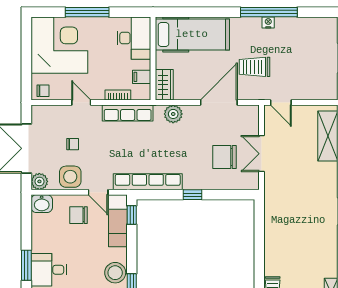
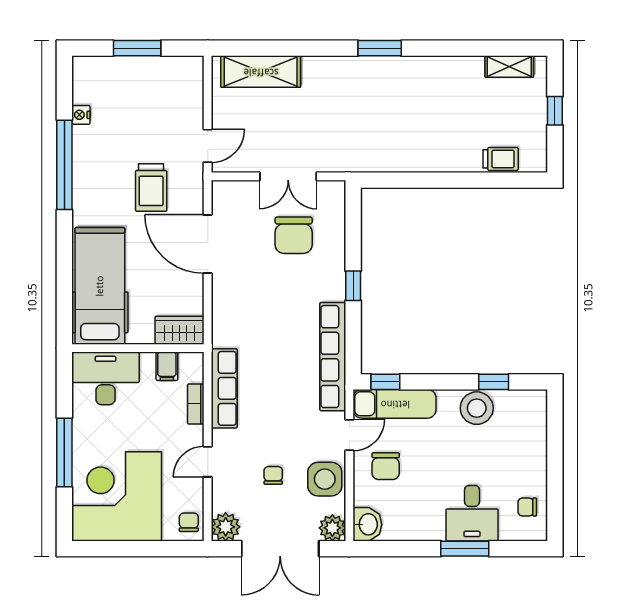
nightstand: (268, 22) -> (81, 115), moved
plant: (173, 114) -> (226, 527), moved

